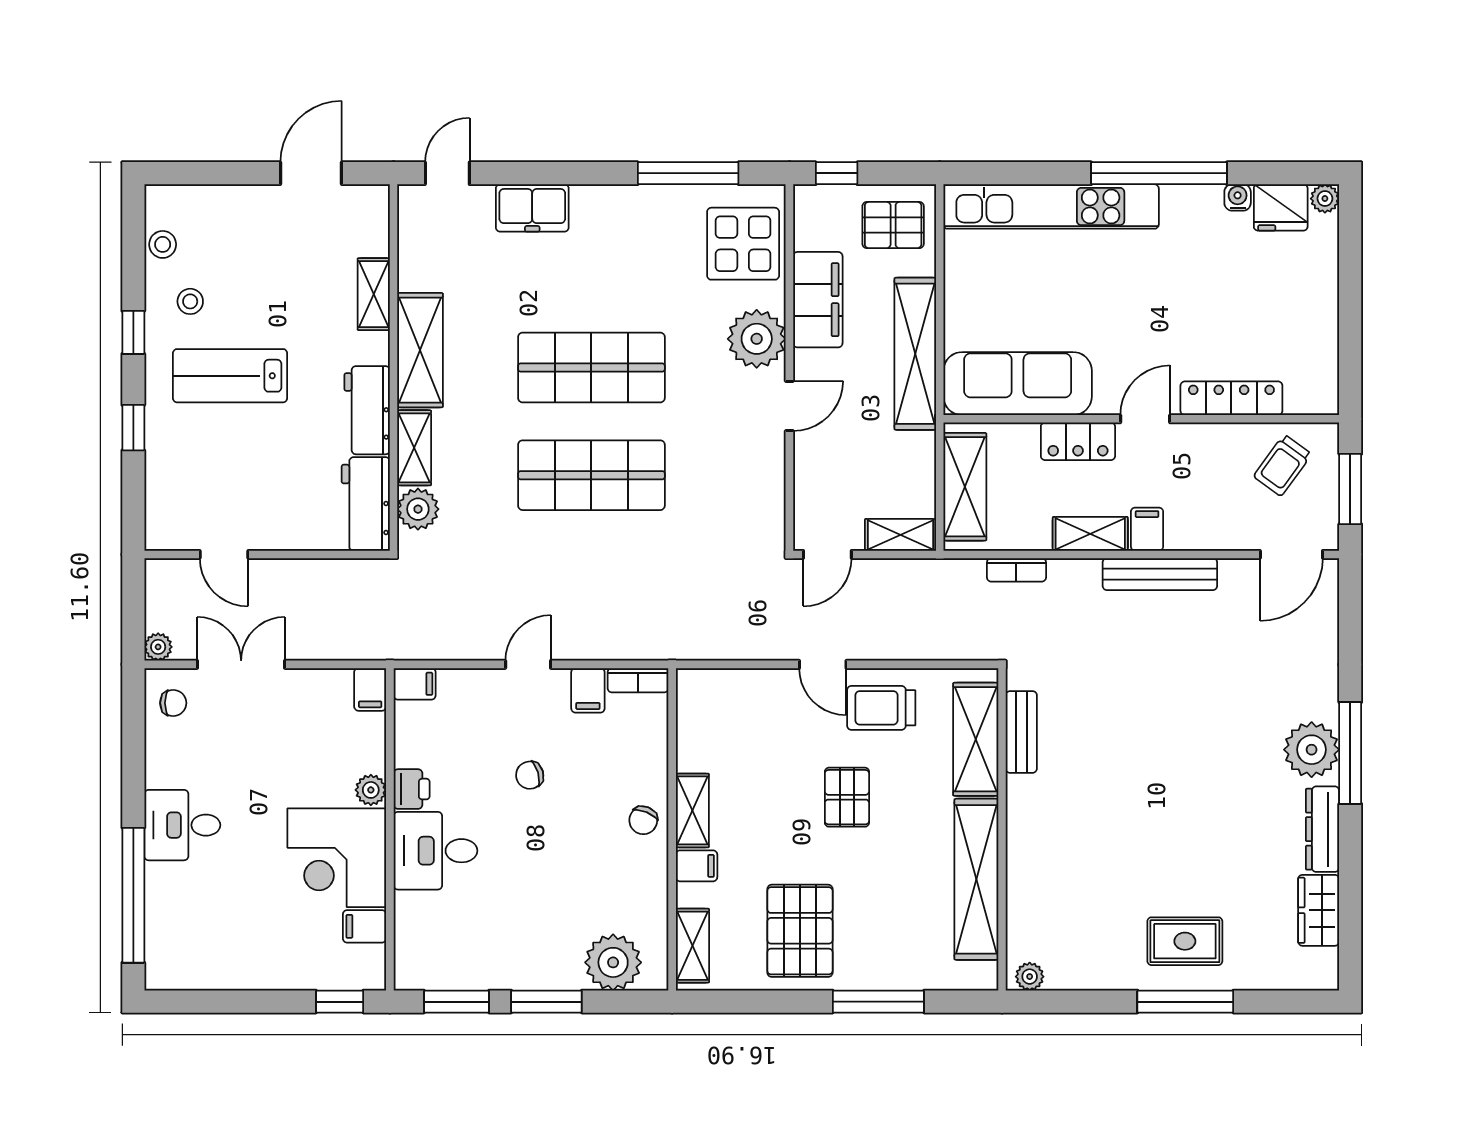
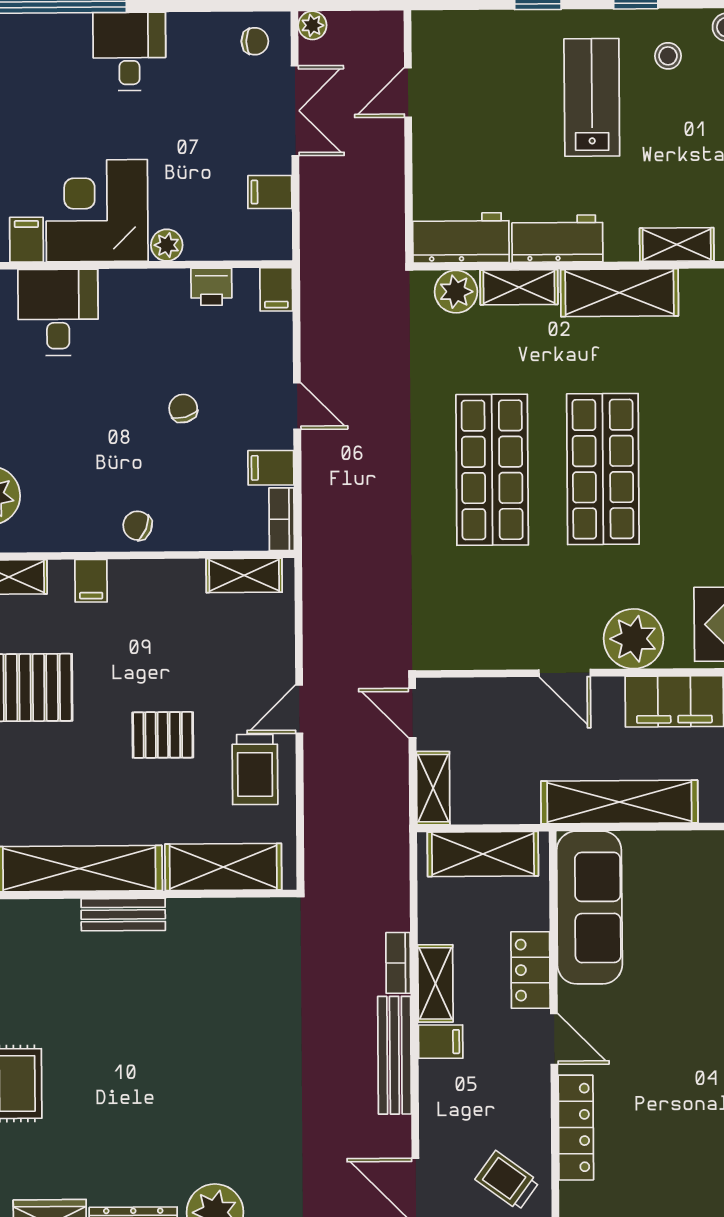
bookcase: (1016, 570) -> (398, 963), moved
filing cabinet: (370, 689) -> (270, 192), moved
chair: (173, 703) -> (255, 41), turned -90
trolley: (881, 708) -> (255, 770), turned 180
bench: (1021, 732) -> (123, 915), moved
printer: (412, 789) -> (211, 287), moved
shelving: (692, 810) -> (244, 575), moved
desk: (435, 851) -> (58, 312), moved

